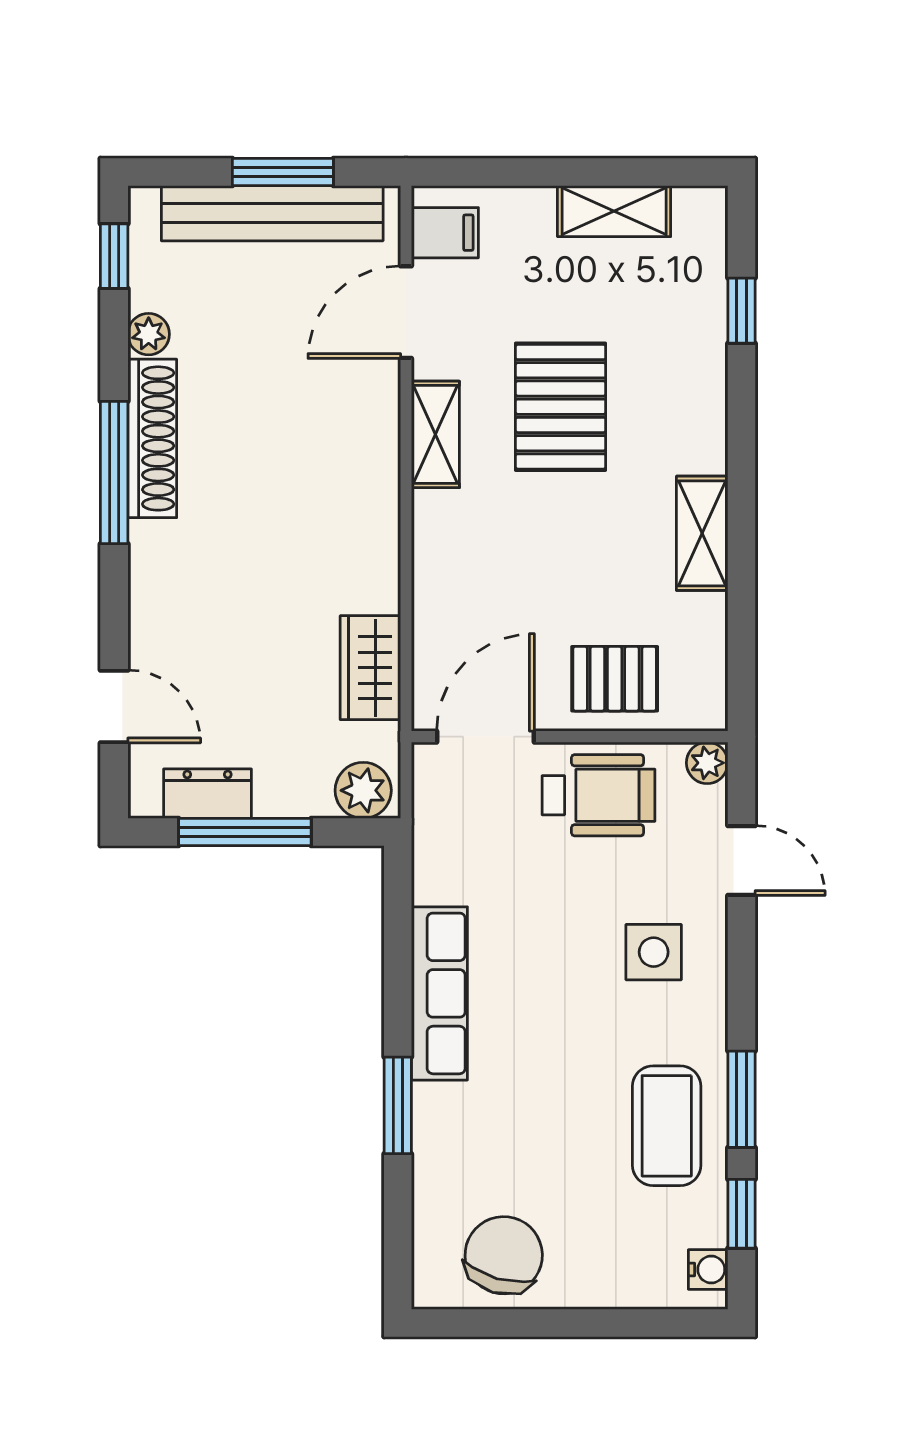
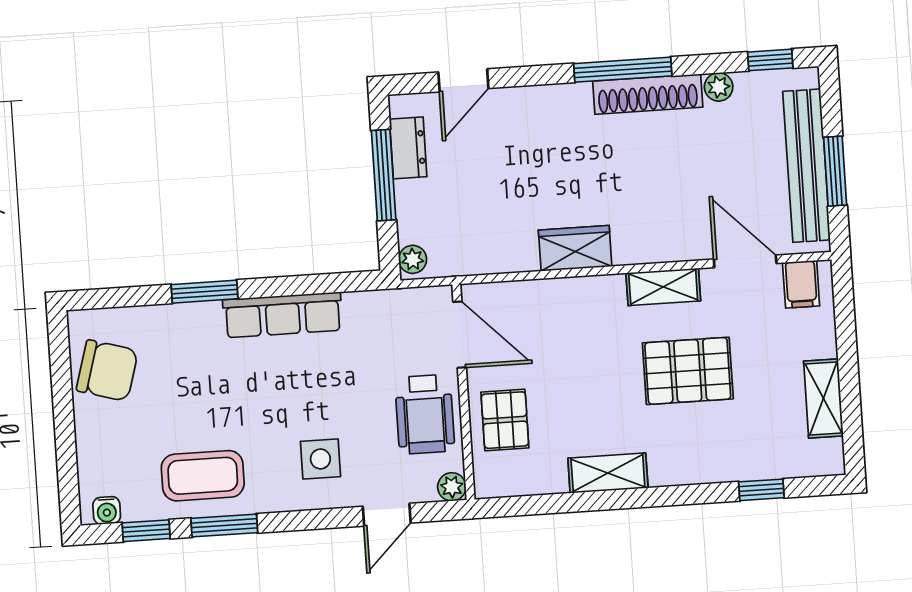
wardrobe: (370, 668) -> (575, 248), moved
plant: (363, 790) -> (413, 259), width x0.73, depth x0.73

